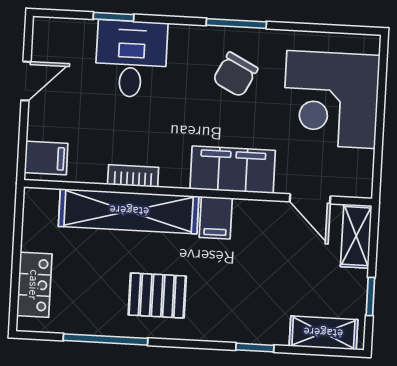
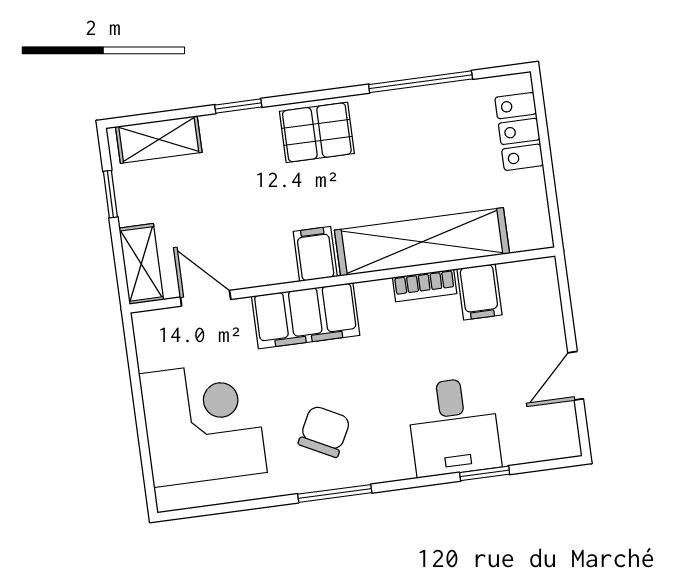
filing cabinet: (46, 158) -> (479, 292), moved, turned -90
pallet: (157, 296) -> (317, 132), moved

